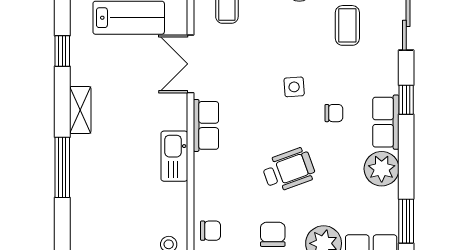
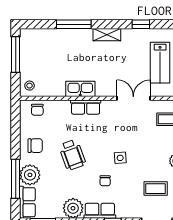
row of seats: (206, 125) -> (86, 107), moved

